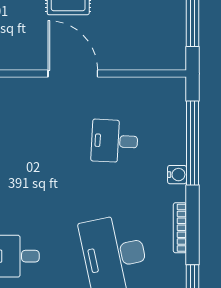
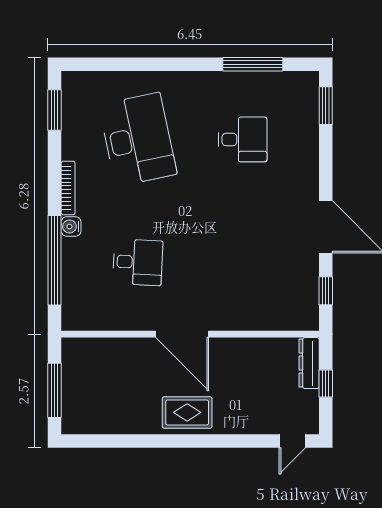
bookcase: (180, 228) -> (68, 188), moved

